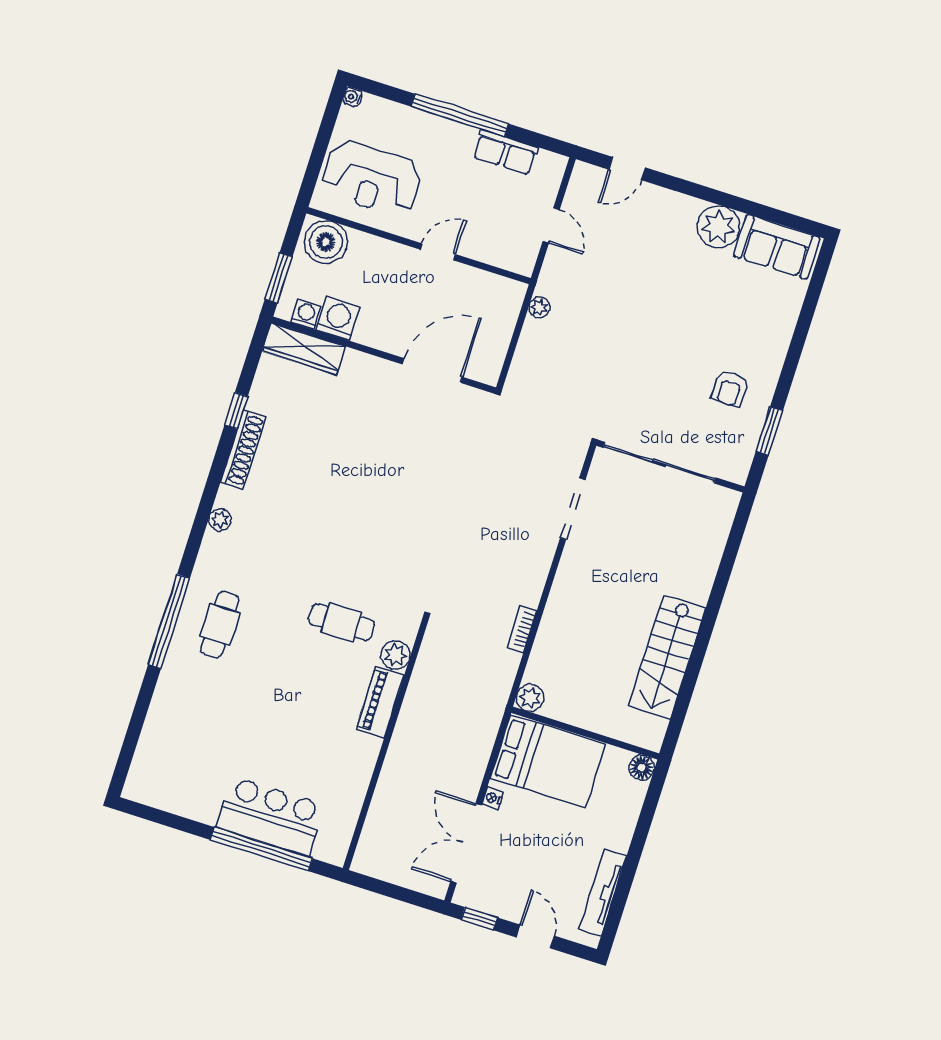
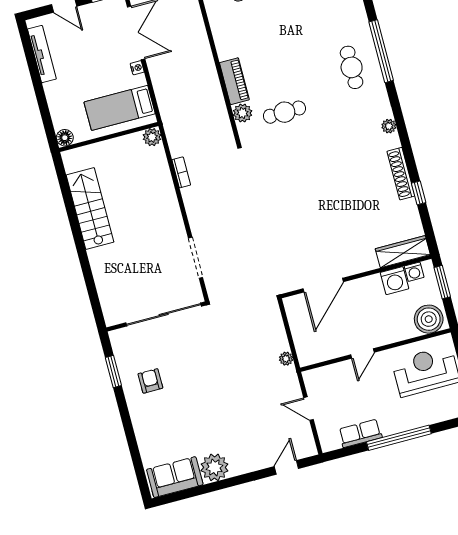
bed: (548, 761) -> (120, 108), width x0.67

